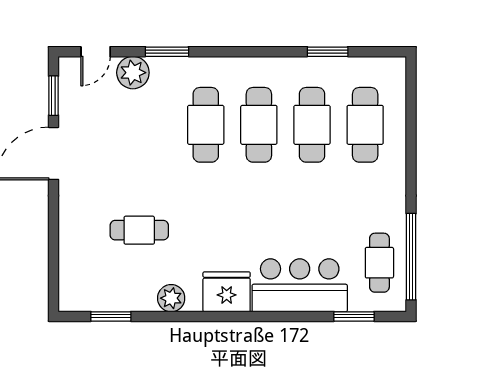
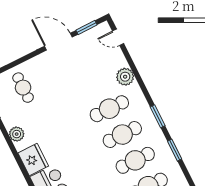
window: (167, 52) -> (158, 116), moved
plant: (133, 73) -> (125, 77), moved
cafe table: (139, 230) -> (23, 88), moved

